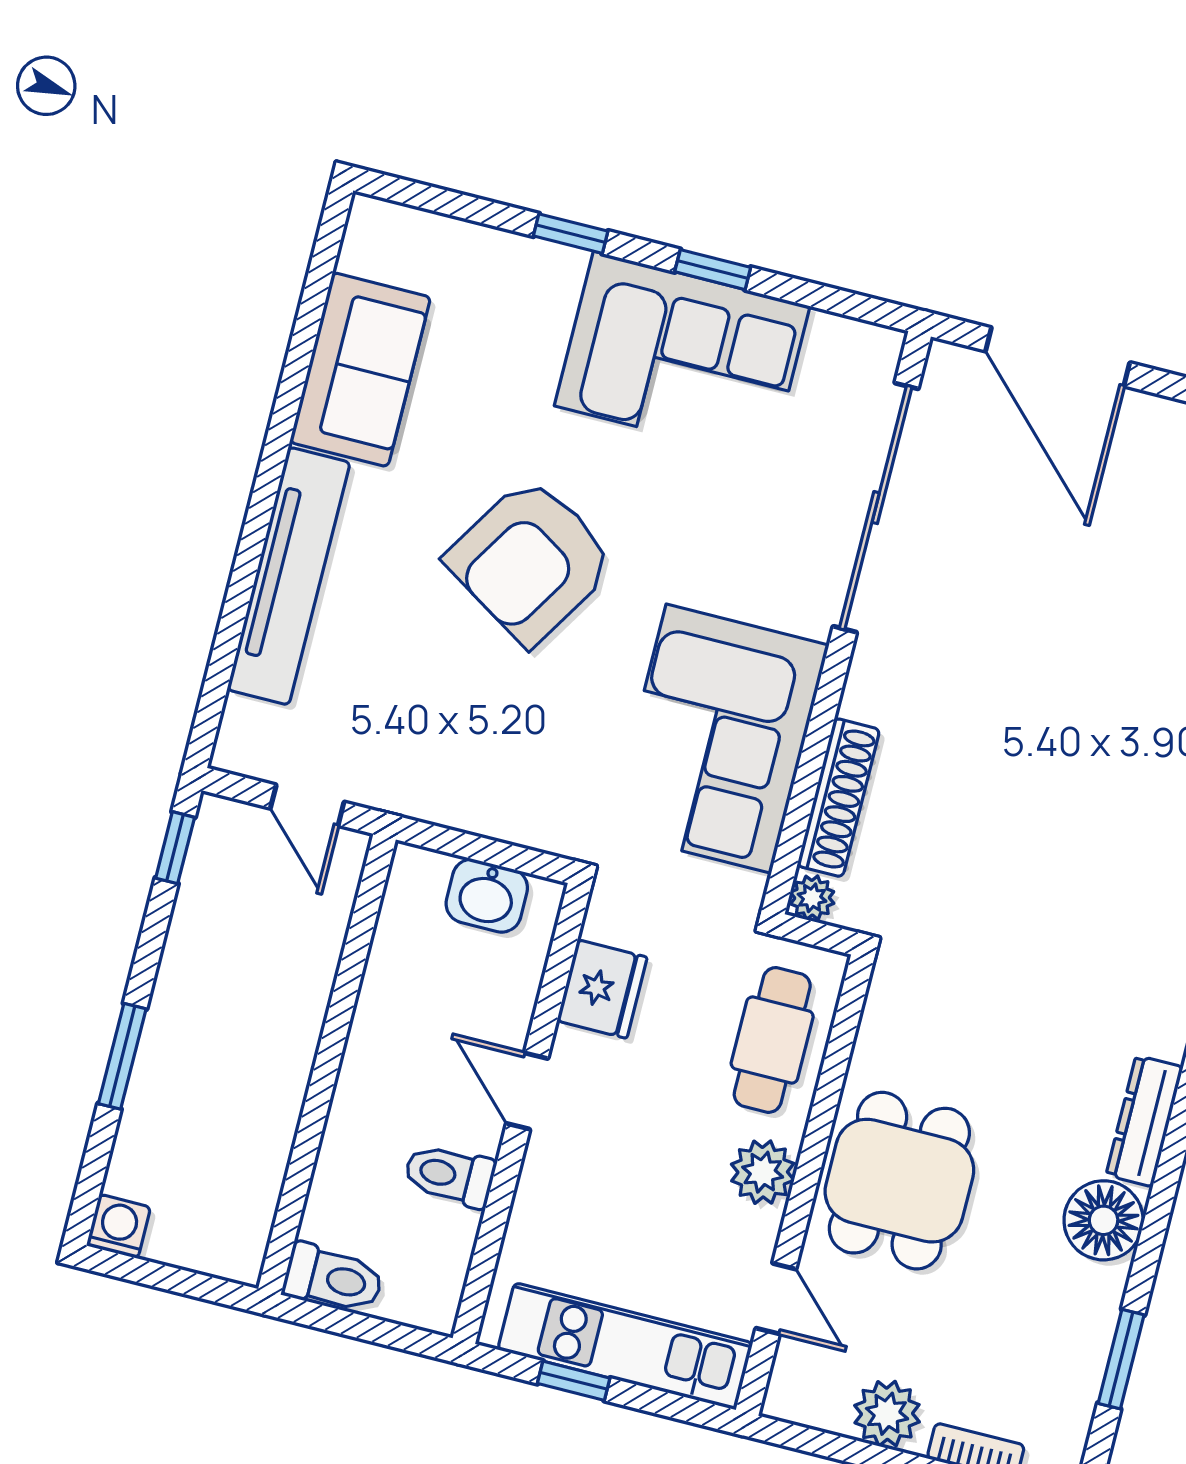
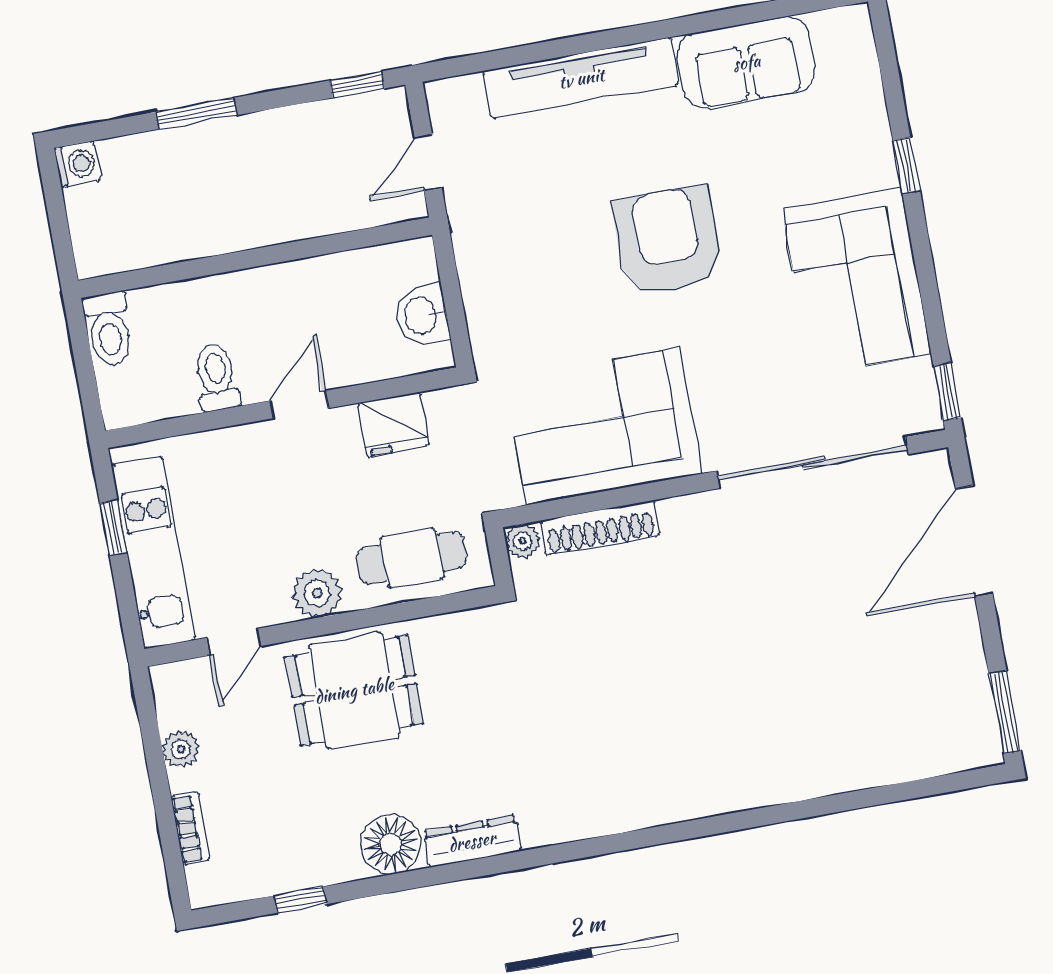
window: (713, 270) -> (947, 392), moved
armchair: (531, 561) -> (667, 241), turned 58
window: (1121, 1359) -> (300, 900), width x0.67
plant: (887, 1414) -> (181, 749), width x0.73, depth x0.73

